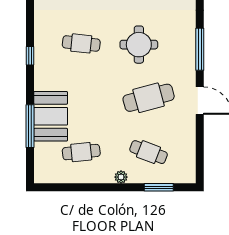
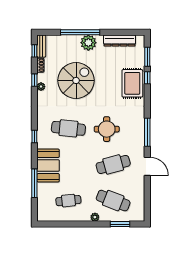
cafe table: (81, 43) -> (68, 128), width x1.37, depth x1.35
booth: (51, 116) -> (48, 166), moved
cafe table: (149, 152) -> (113, 201), width x1.37, depth x1.35

